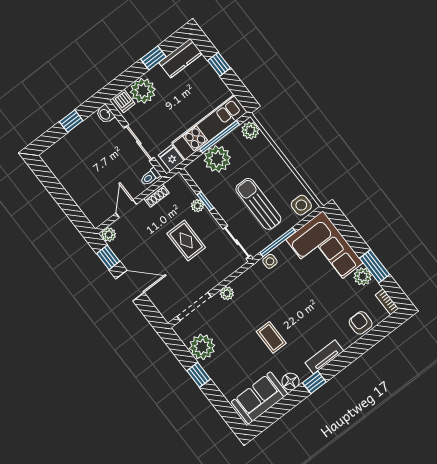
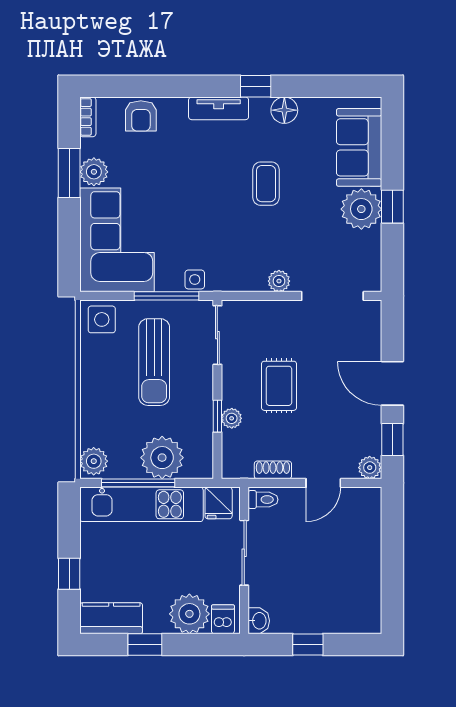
plant: (202, 347) -> (361, 209), moved
sofa: (259, 398) -> (359, 147), moved, turned 90

